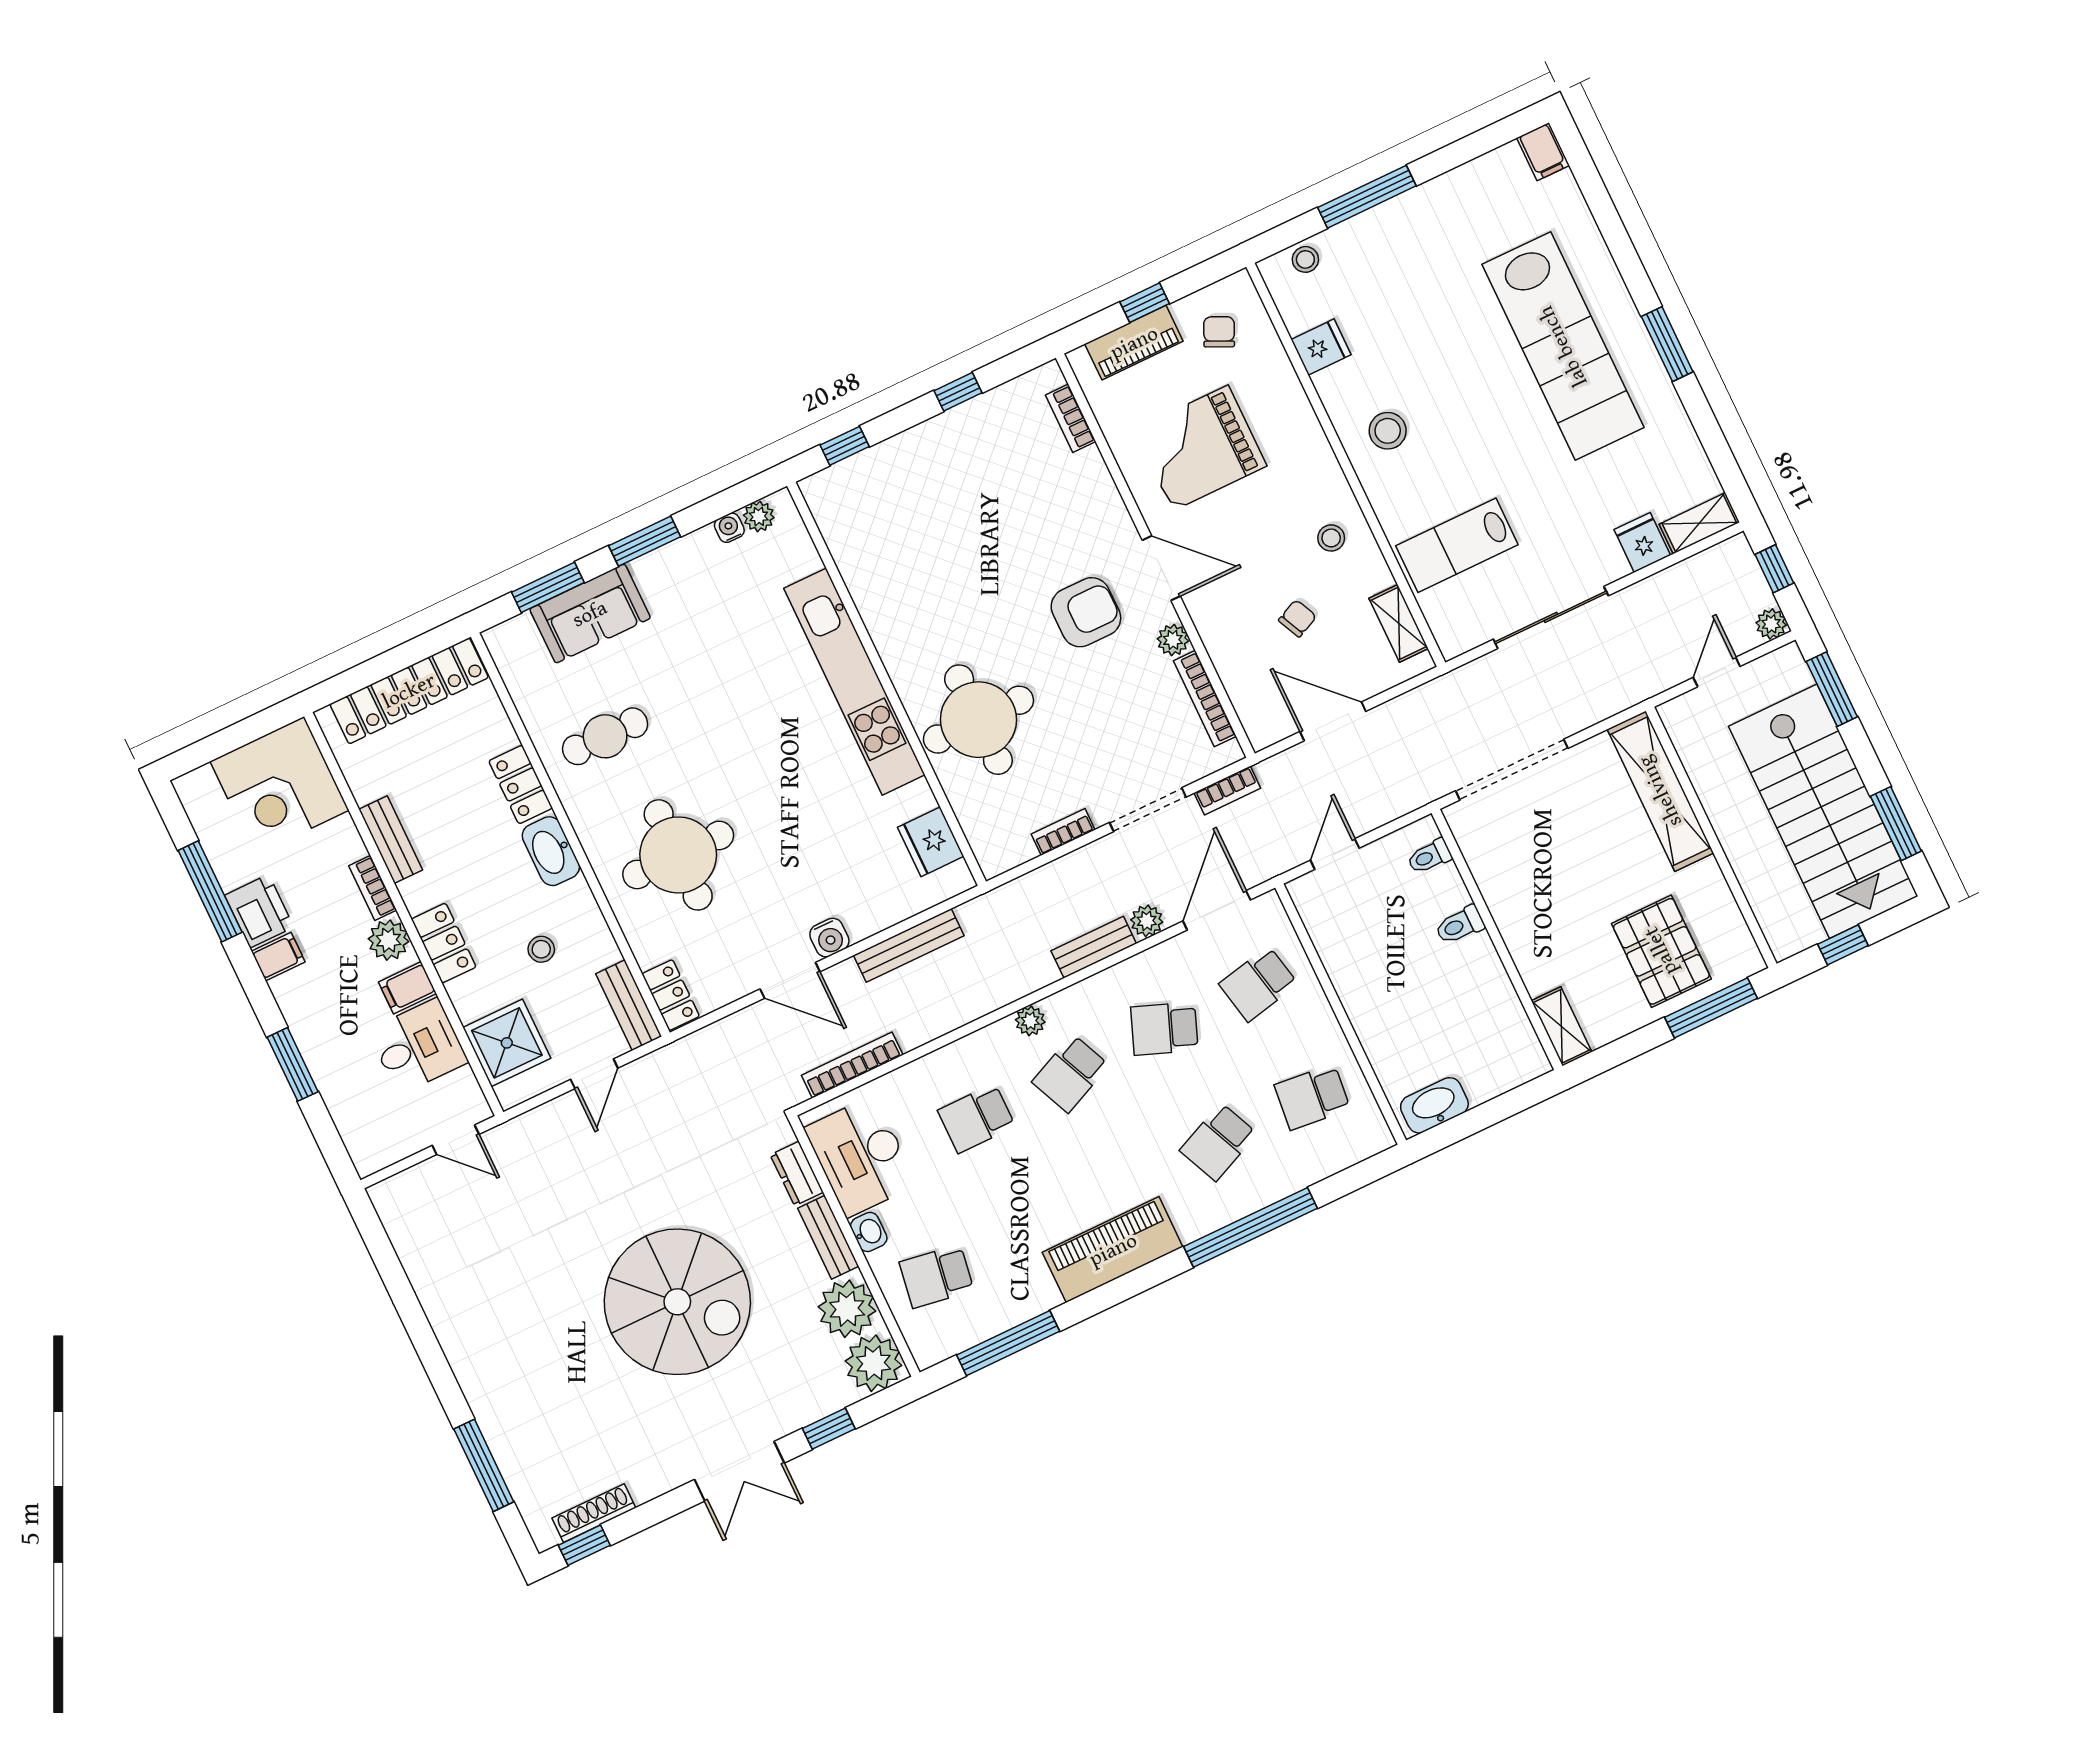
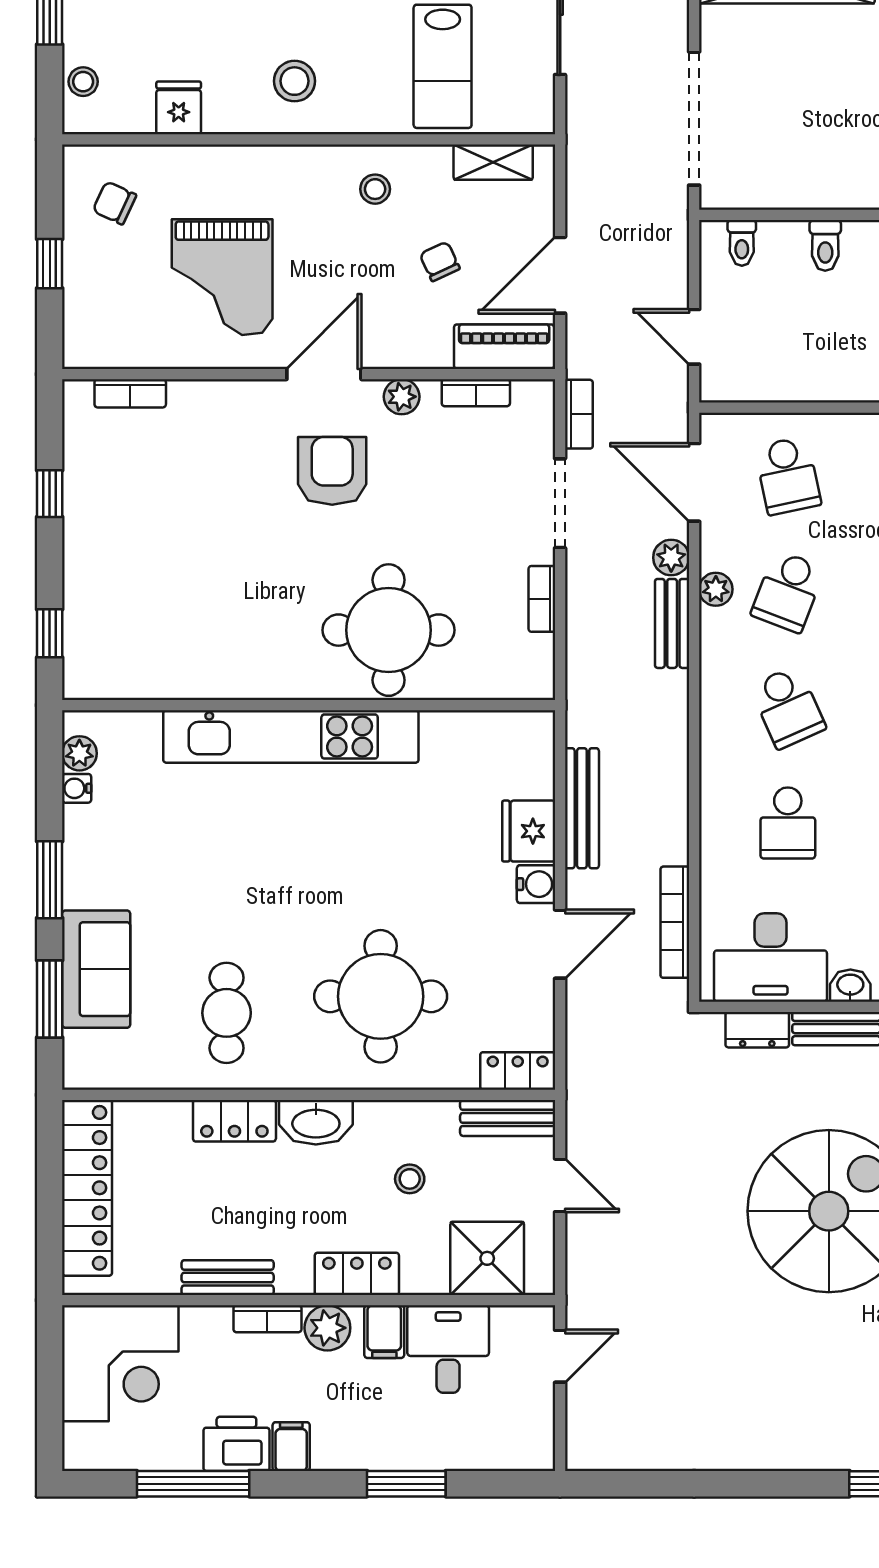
piano: (1134, 343) -> (504, 347), moved, turned -90
bookcase: (1205, 699) -> (476, 393), width x0.64
fridge: (931, 842) -> (529, 831), moved, turned 90
plant: (1030, 1021) -> (716, 589), moved

